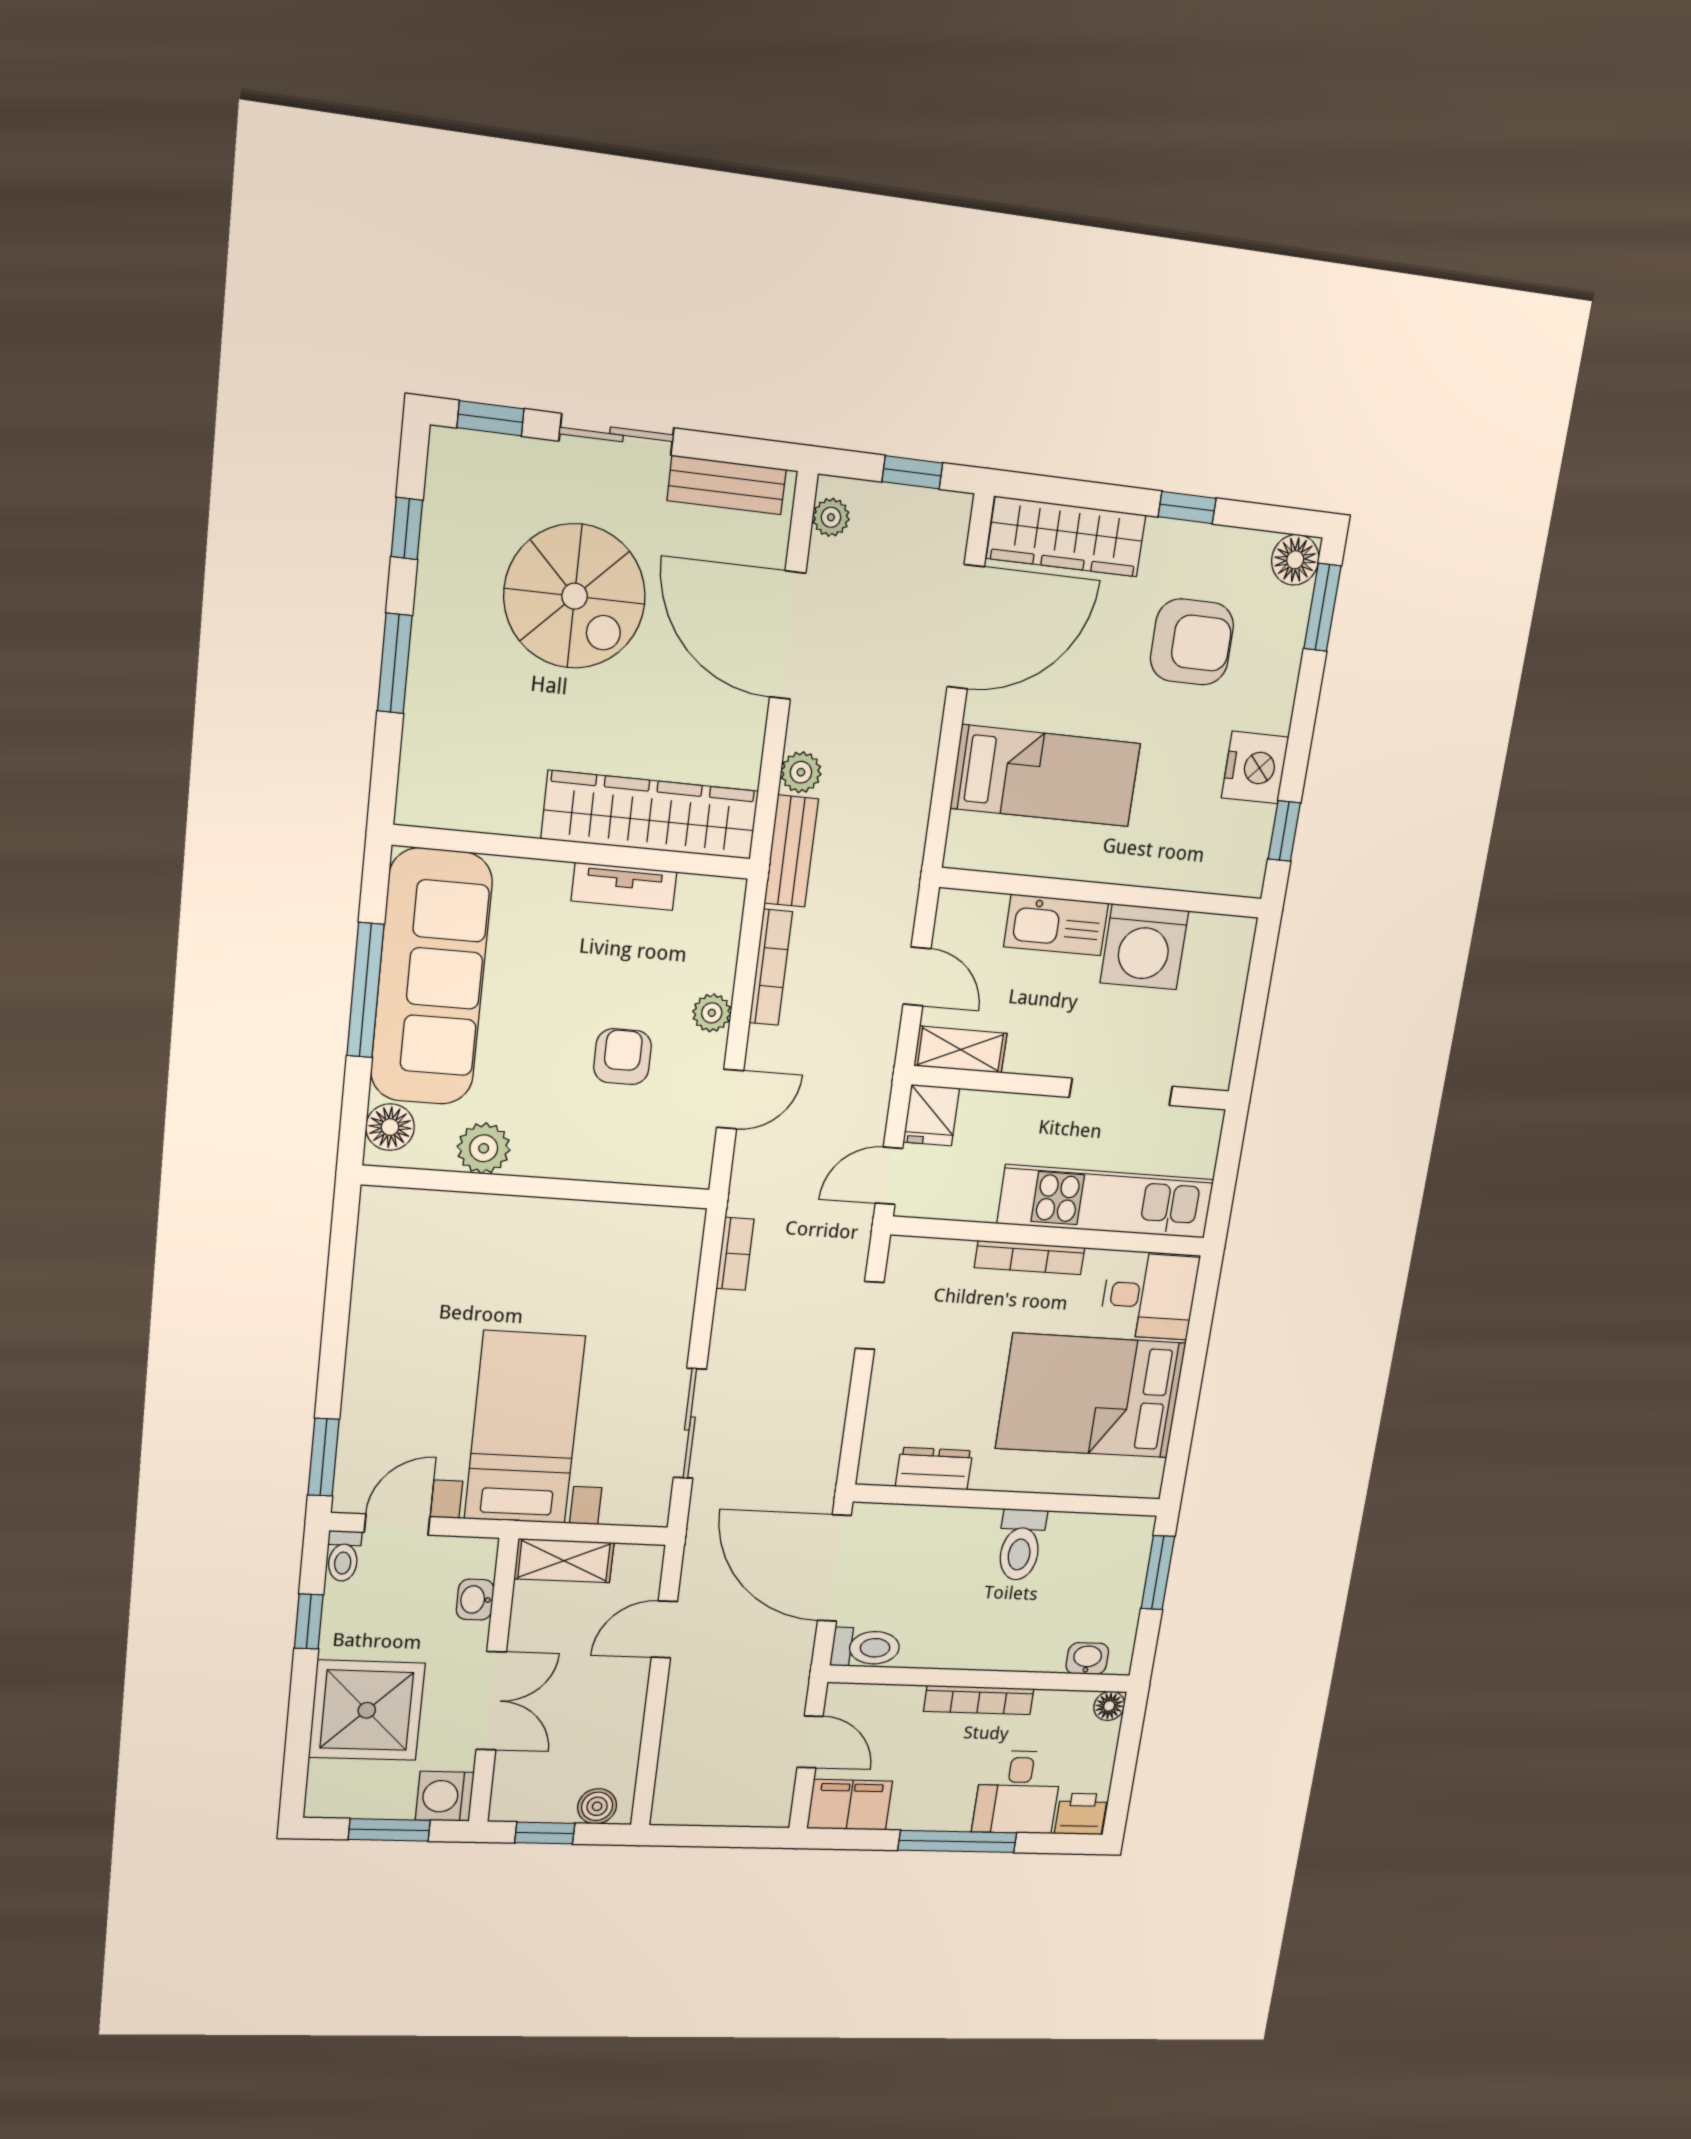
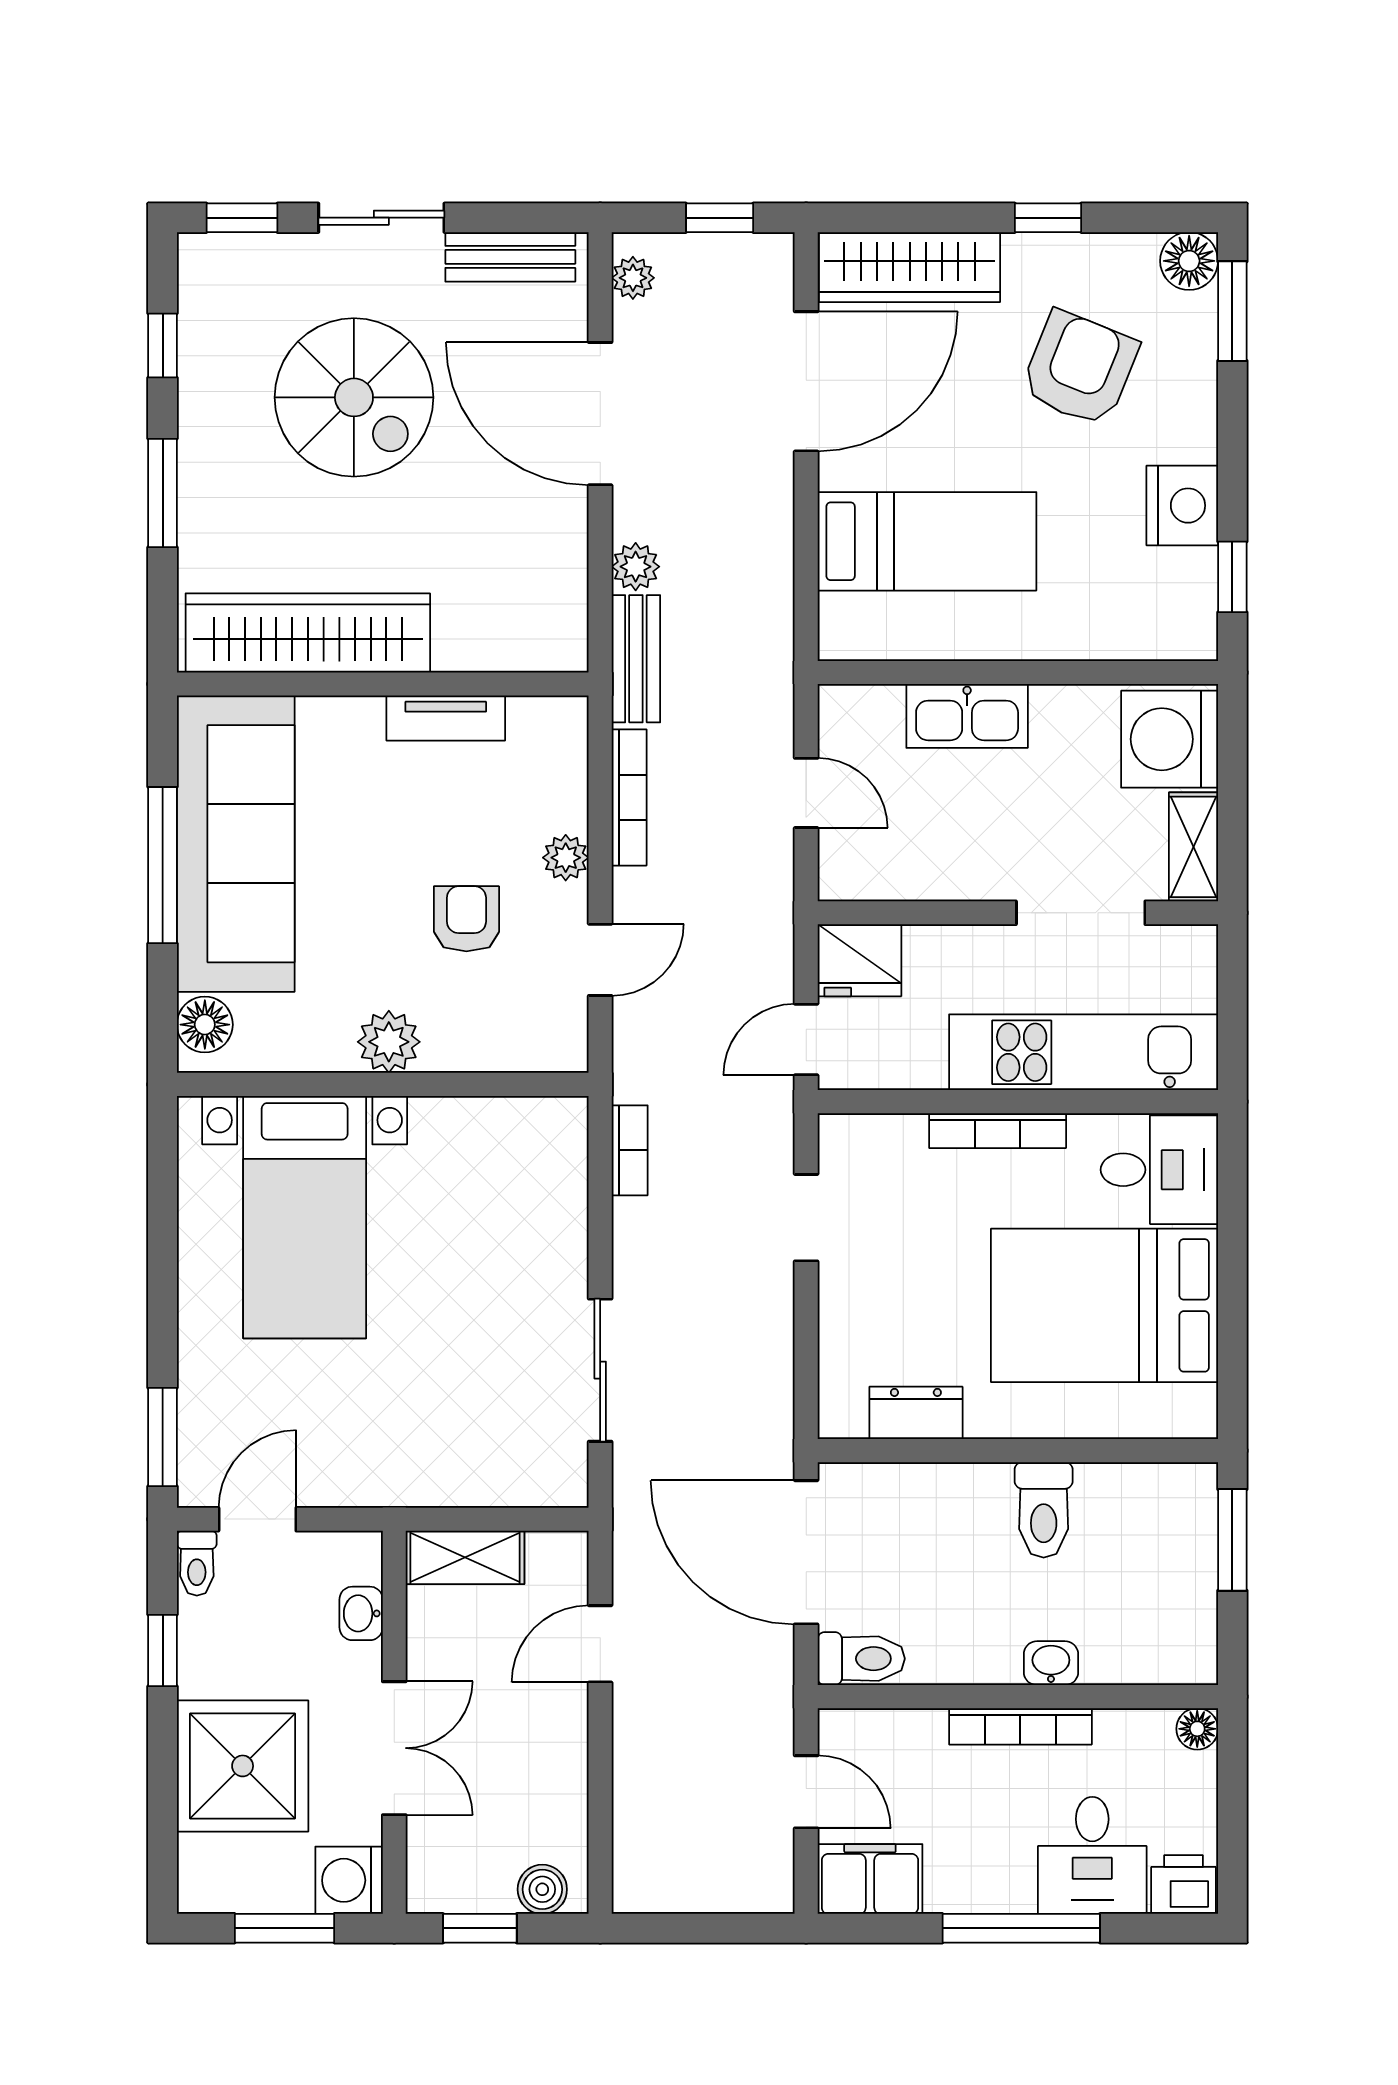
armchair: (1192, 642) -> (1080, 368), turned -68
wardrobe: (650, 815) -> (308, 633), moved
washing machine: (1144, 947) -> (1170, 739), moved, turned 90
shelving: (960, 1050) -> (1194, 847), moved, turned 90
fridge: (931, 1115) -> (859, 960), width x1.38
plant: (484, 1148) -> (389, 1042), moved
bed with nightstands: (525, 1428) -> (305, 1217), moved, turned 180
washbasin: (1087, 1659) -> (1051, 1663), moved

